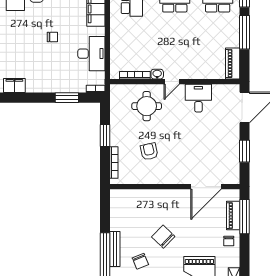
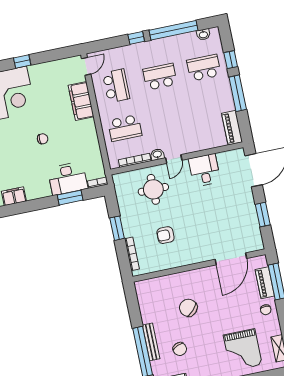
school desk: (132, 43) -> (125, 128), added
desk: (91, 54) -> (68, 178), moved, turned 90
armchair: (149, 151) -> (165, 235), turned -77
chair: (163, 237) -> (188, 308), moved

